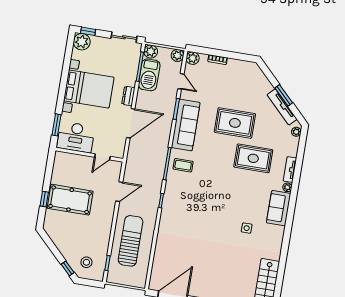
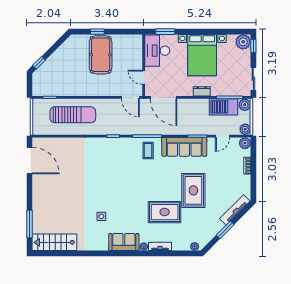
tv unit: (282, 107) -> (235, 210), moved
door: (131, 123) -> (163, 97), moved
rug: (253, 158) -> (165, 212), turned 90
door: (119, 192) -> (130, 97), moved
stool: (86, 262) -> (47, 79), removed

